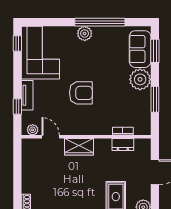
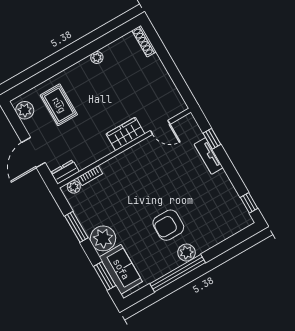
corner sofa: (40, 53) -> (220, 207), removed
armchair: (81, 93) -> (168, 225), moved
plant: (33, 130) -> (74, 187), moved
dresser: (123, 145) -> (65, 172), moved

